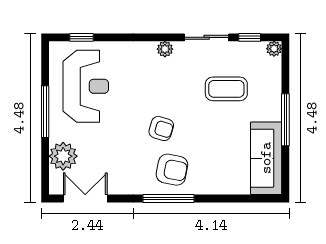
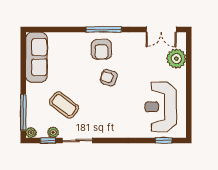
plant: (165, 49) -> (53, 132), moved
coffee table: (226, 89) -> (64, 105), turned 37
window: (45, 112) -> (189, 89), removed
window: (285, 120) -> (23, 112), moved
armchair: (172, 170) -> (101, 49), turned -101

